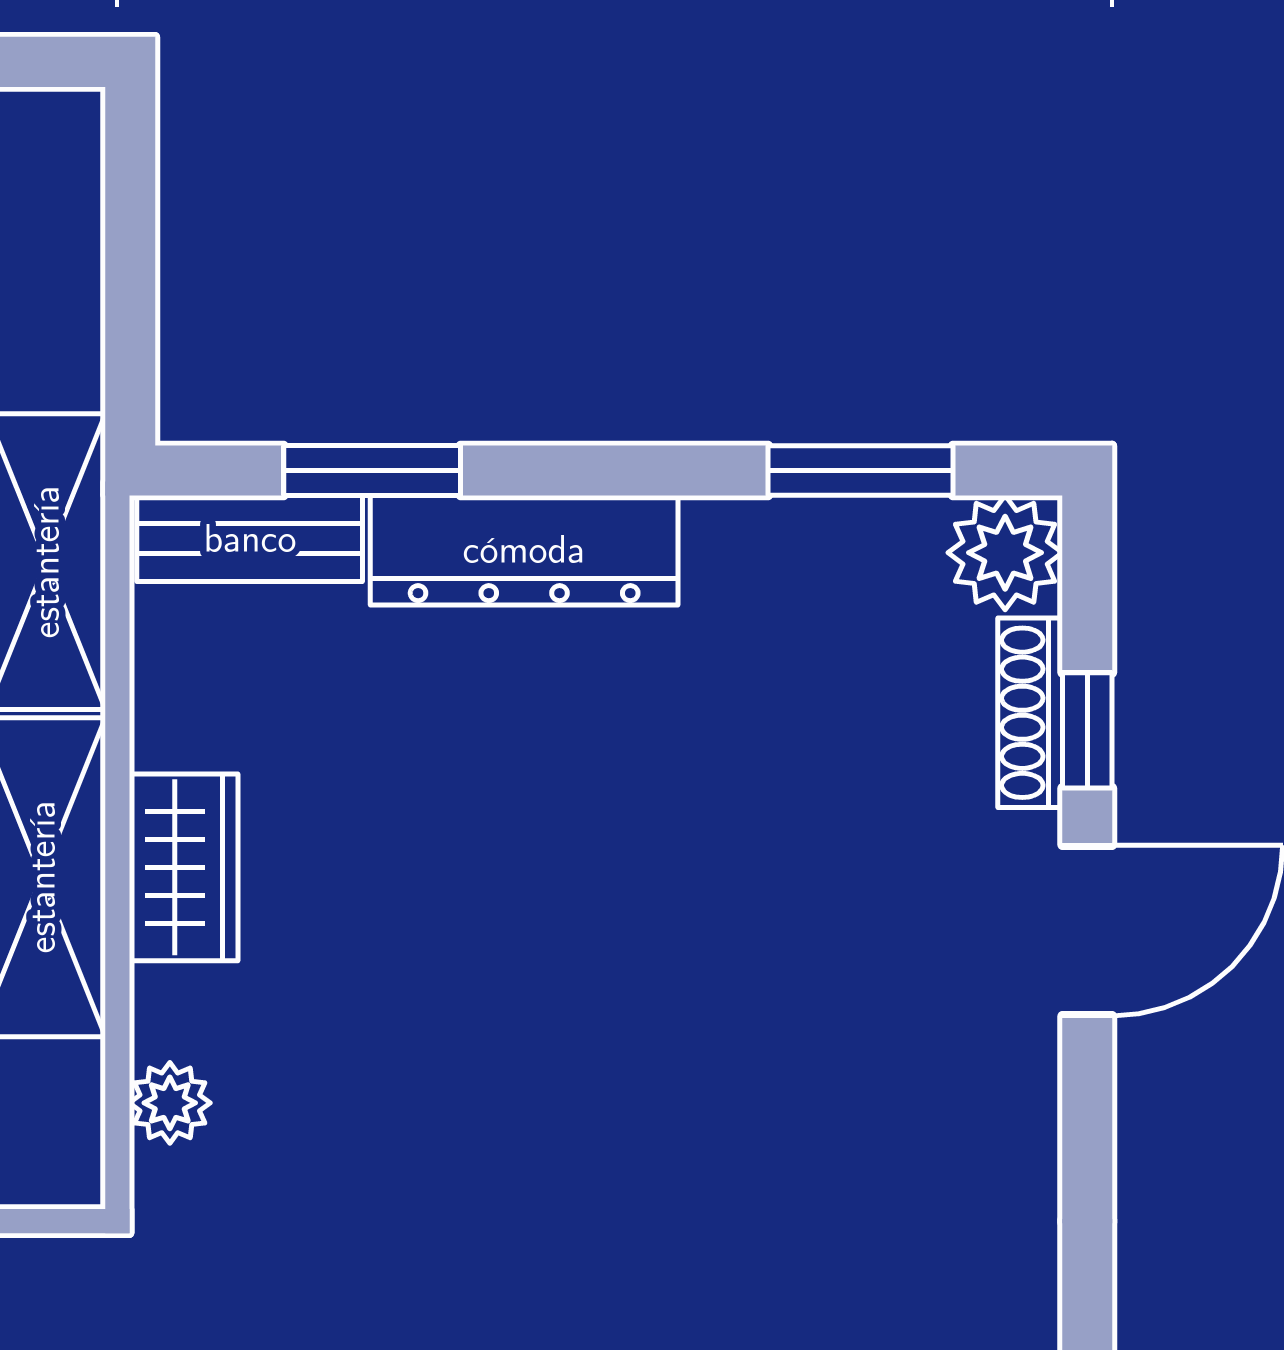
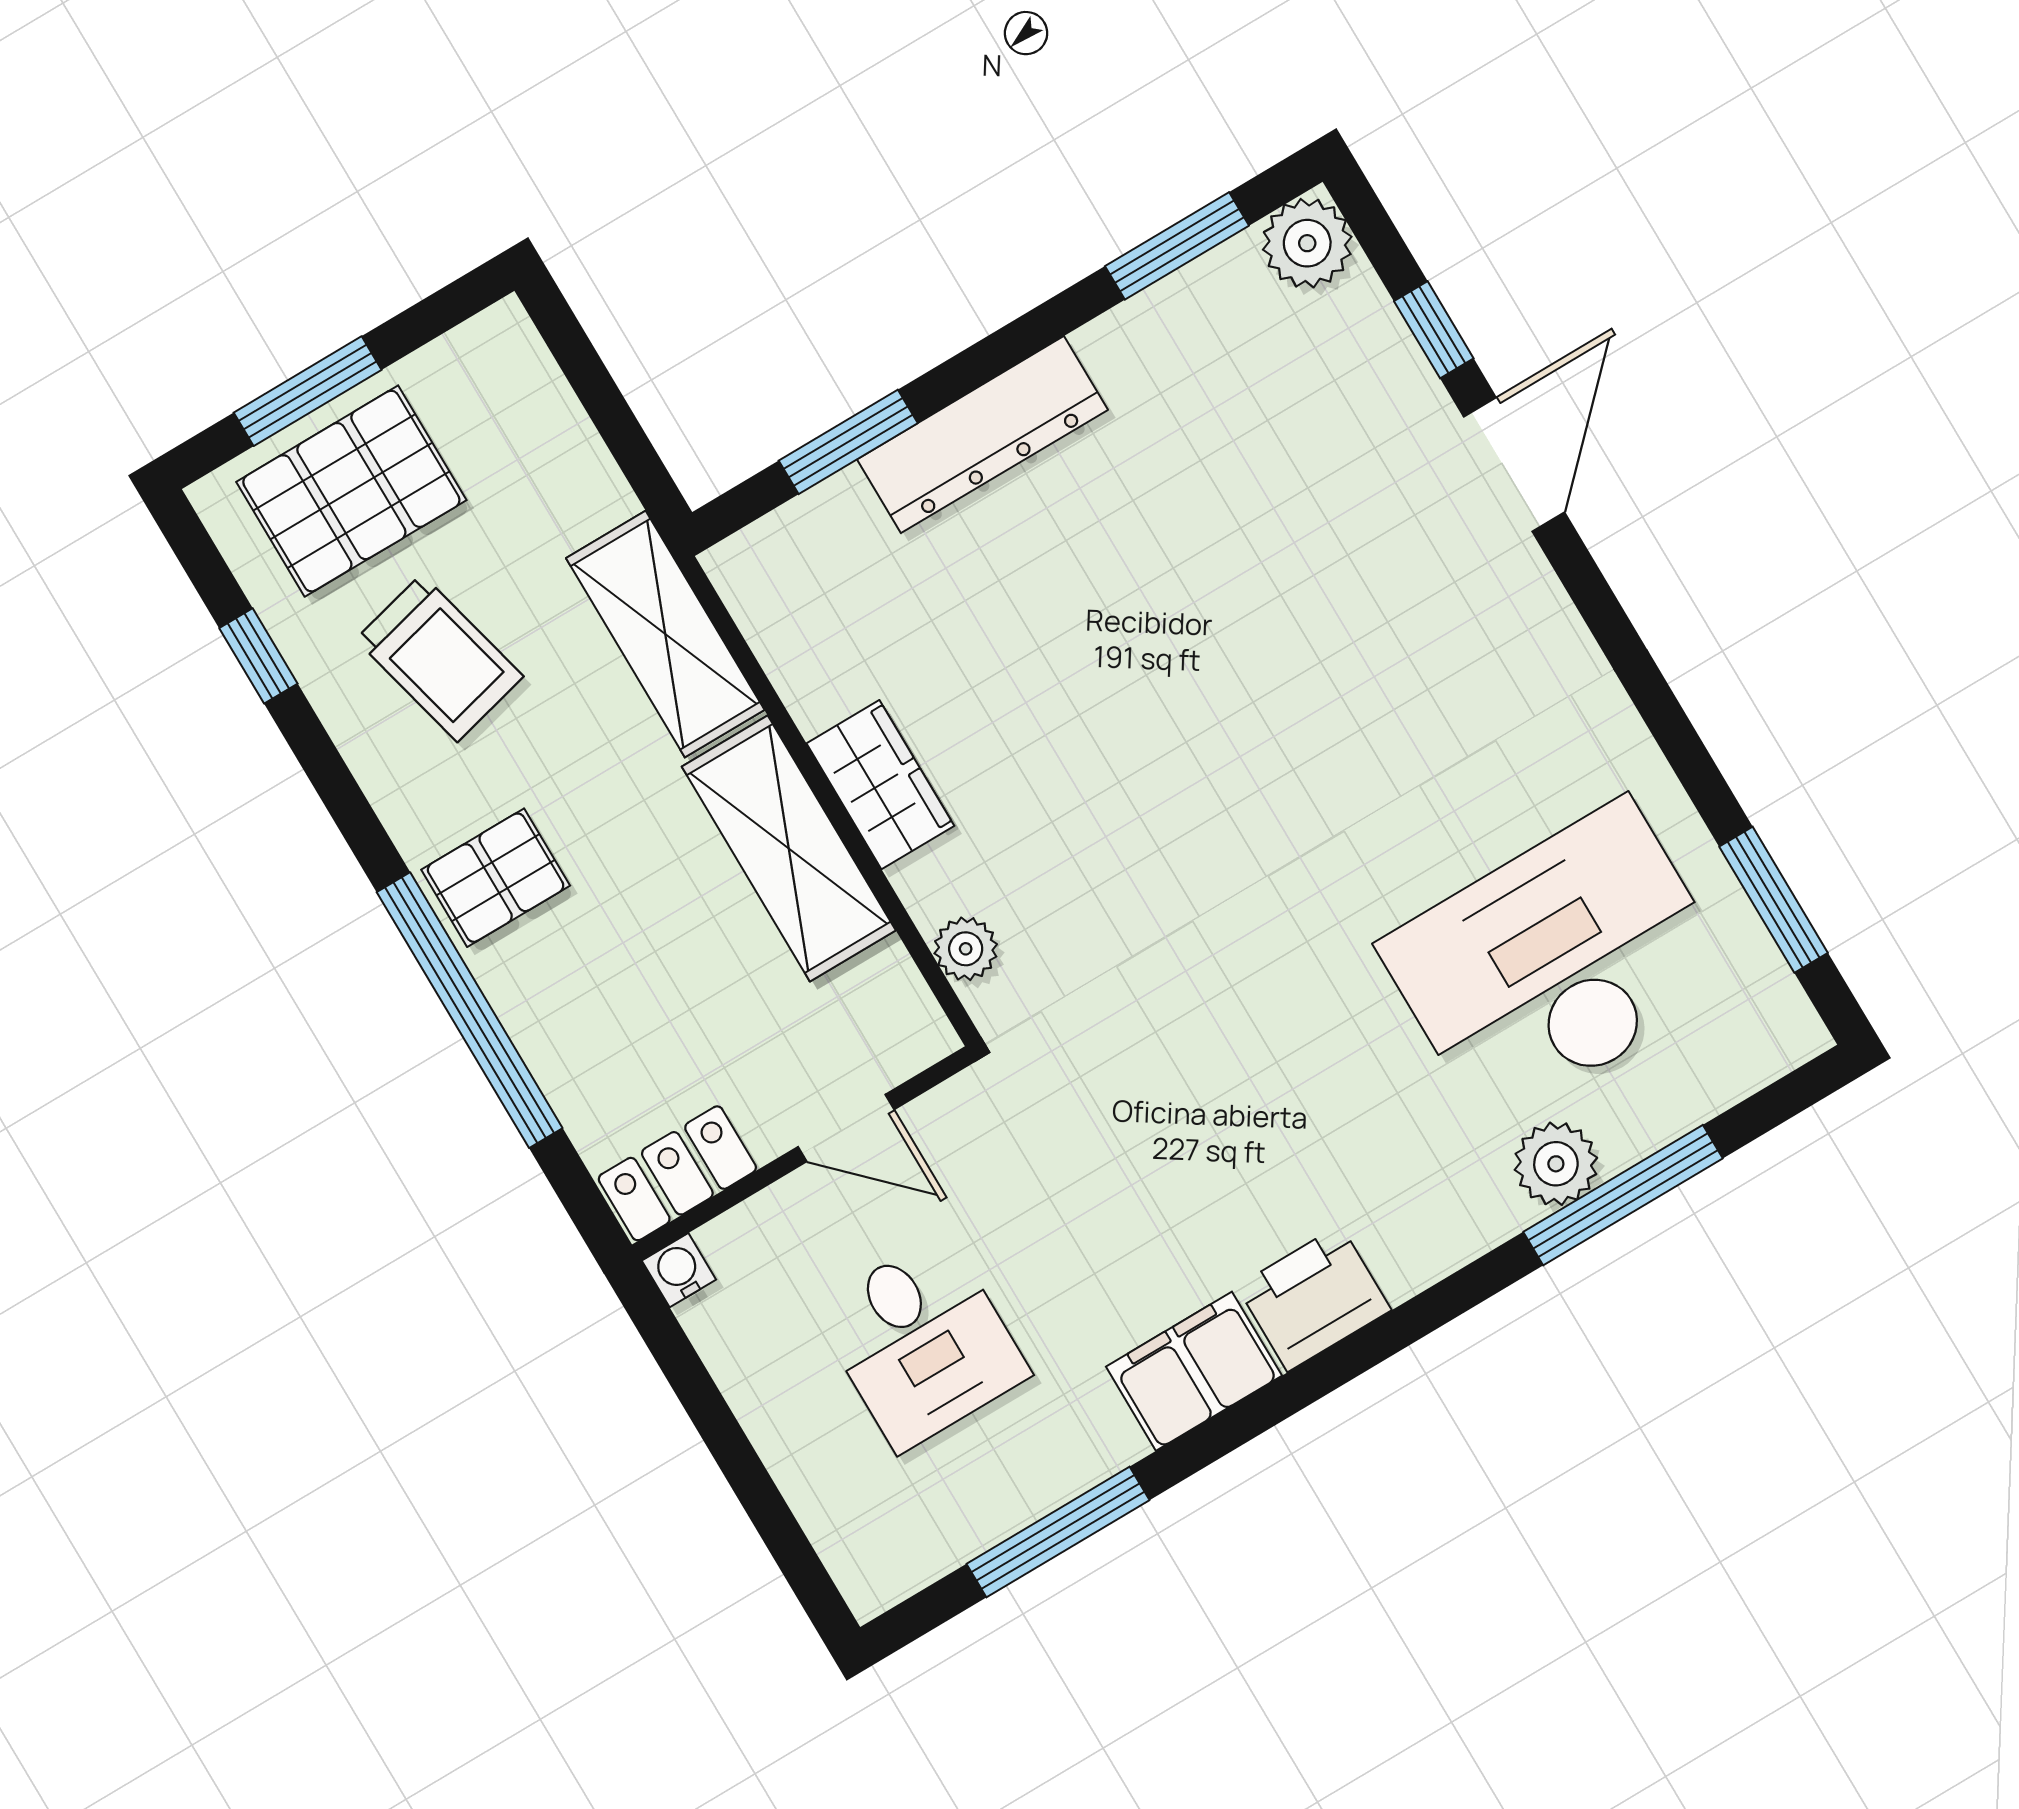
bench: (250, 539) -> (793, 537), removed
shoe rack: (1030, 713) -> (1388, 341), removed

